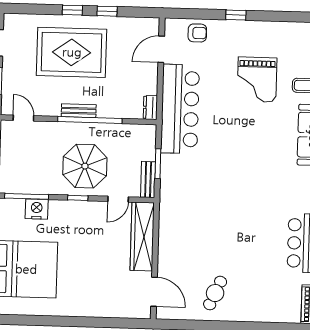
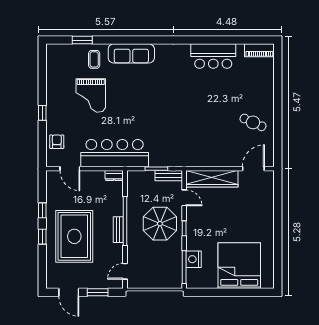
grand piano: (257, 80) -> (91, 96), turned 90

